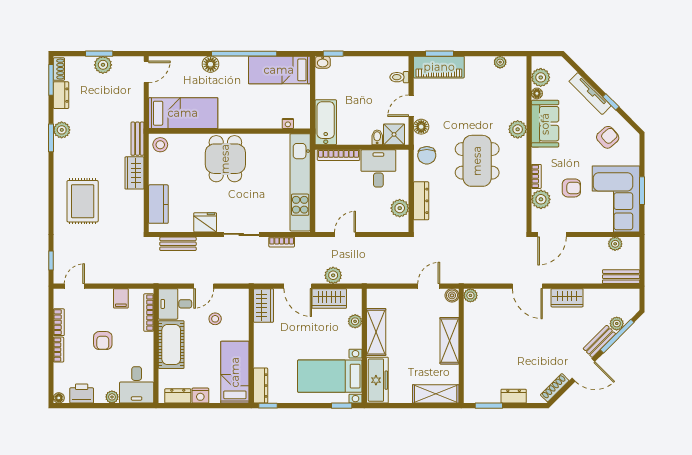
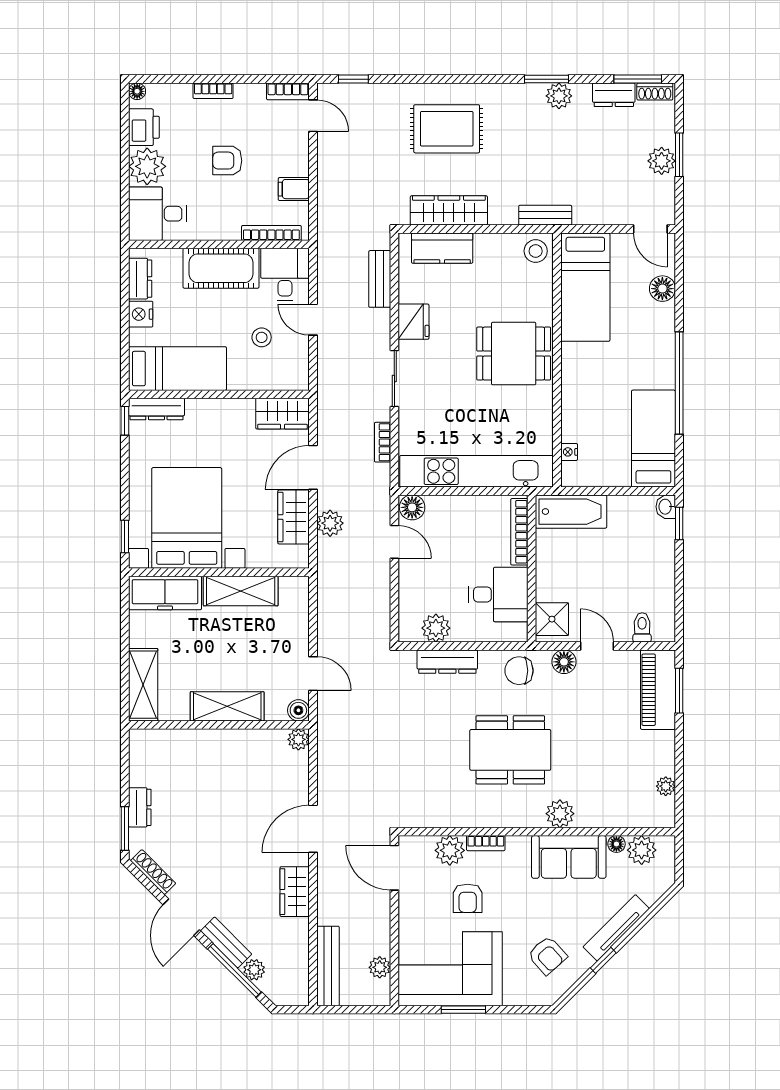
floor lamp: (211, 64) -> (662, 289), moved
bidet: (377, 137) -> (547, 593), removed
wardrobe: (134, 173) -> (449, 210), moved, width x1.50
floor lamp: (323, 223) -> (412, 507), added
bench: (621, 277) -> (328, 966), width x1.36
plant: (355, 321) -> (258, 558), removed
bookcase: (59, 322) -> (288, 91), moved
bed with nightstands: (330, 376) -> (187, 518), width x1.36
plant: (112, 397) -> (147, 166), width x1.87, depth x1.87
window: (489, 406) -> (125, 829), moved

